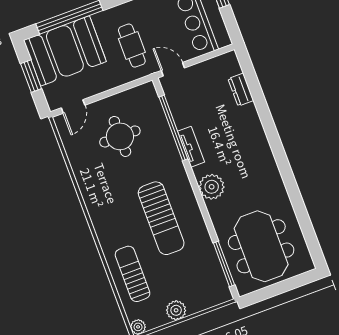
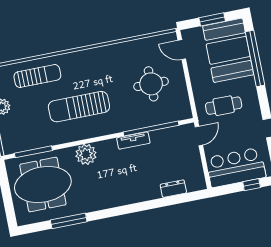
plant: (212, 187) -> (86, 154), moved
window: (300, 208) -> (69, 221), added

